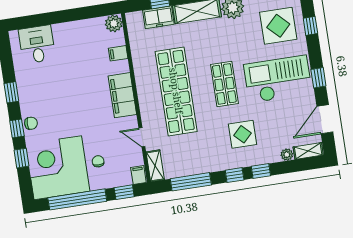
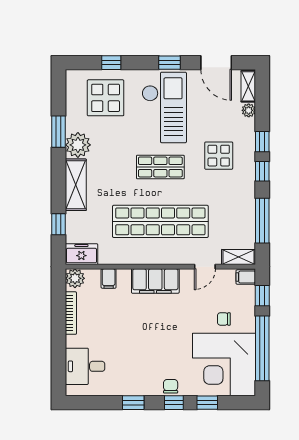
freezer: (158, 17) -> (81, 254), moved, turned -90
bookcase: (82, 24) -> (71, 313), added
checkout: (278, 79) -> (164, 107), turned 180

